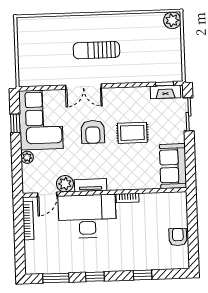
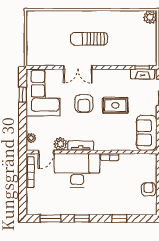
plant: (27, 157) -> (31, 138), moved

